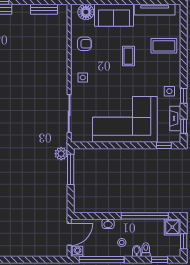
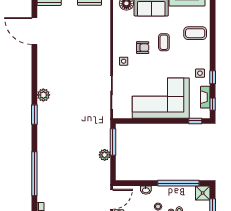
armchair: (84, 44) -> (143, 48), moved
plant: (61, 154) -> (105, 155), moved

